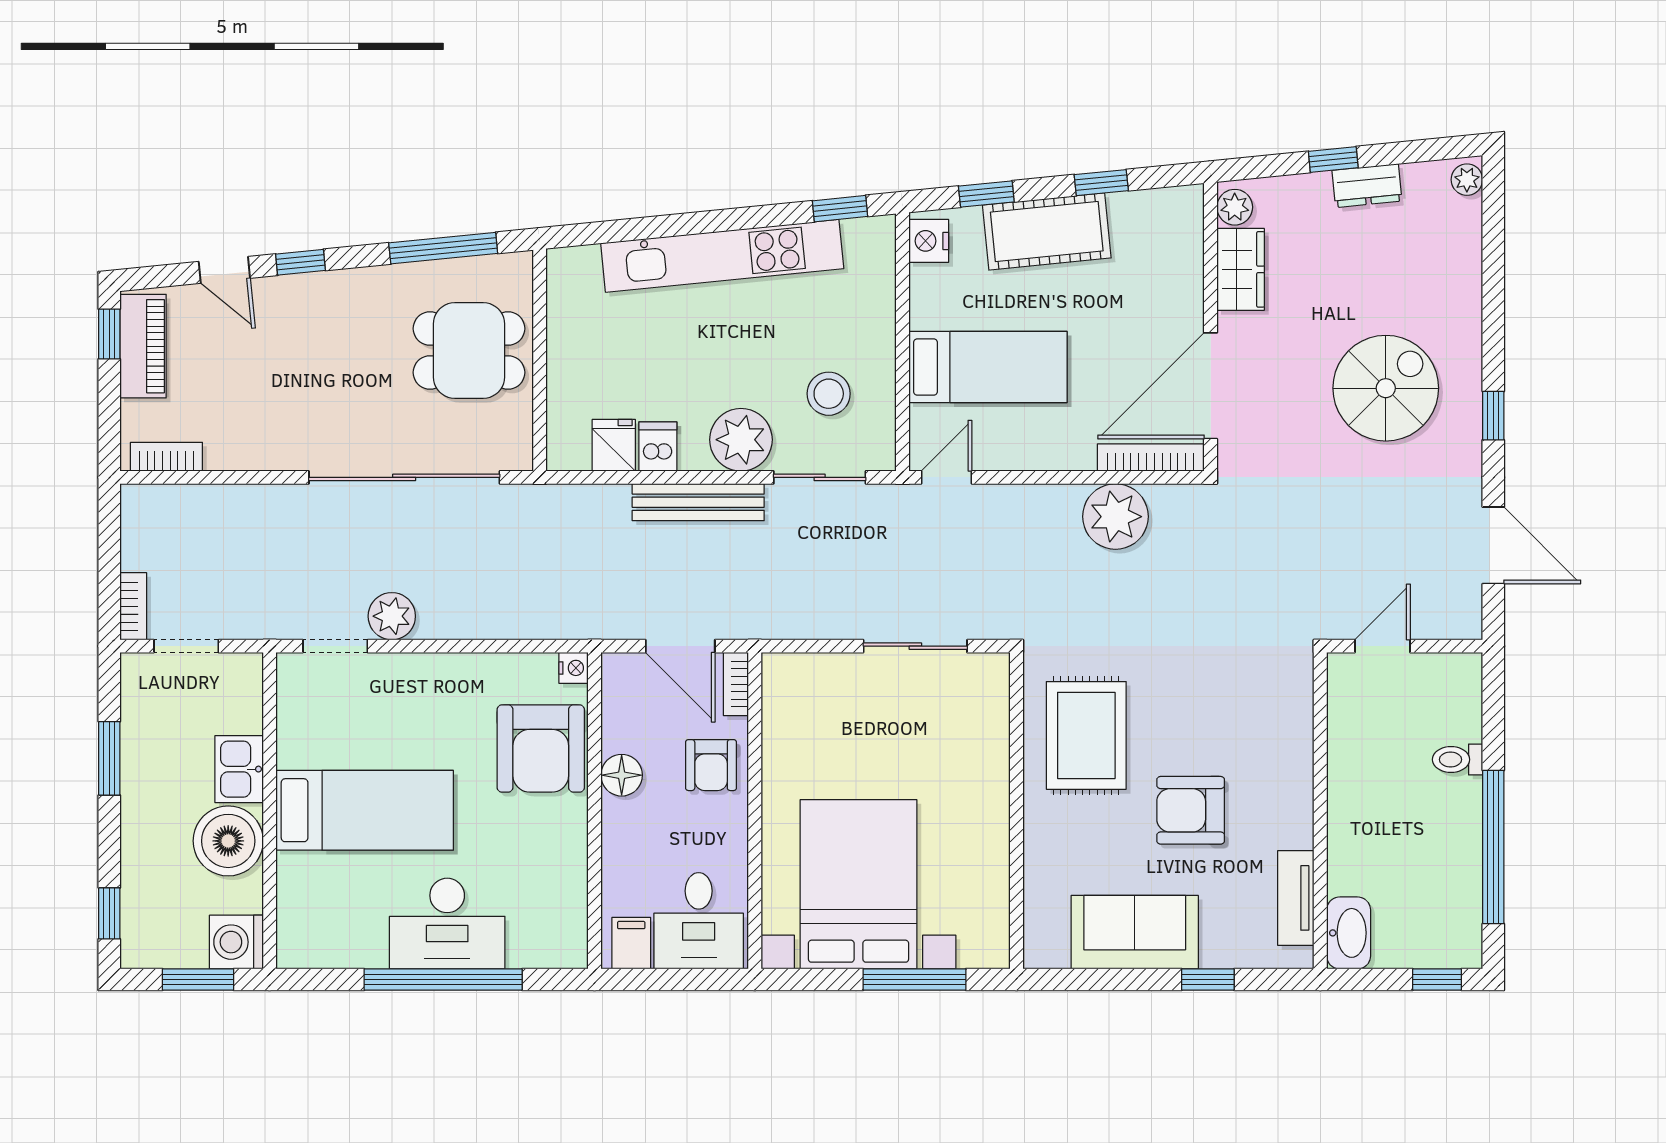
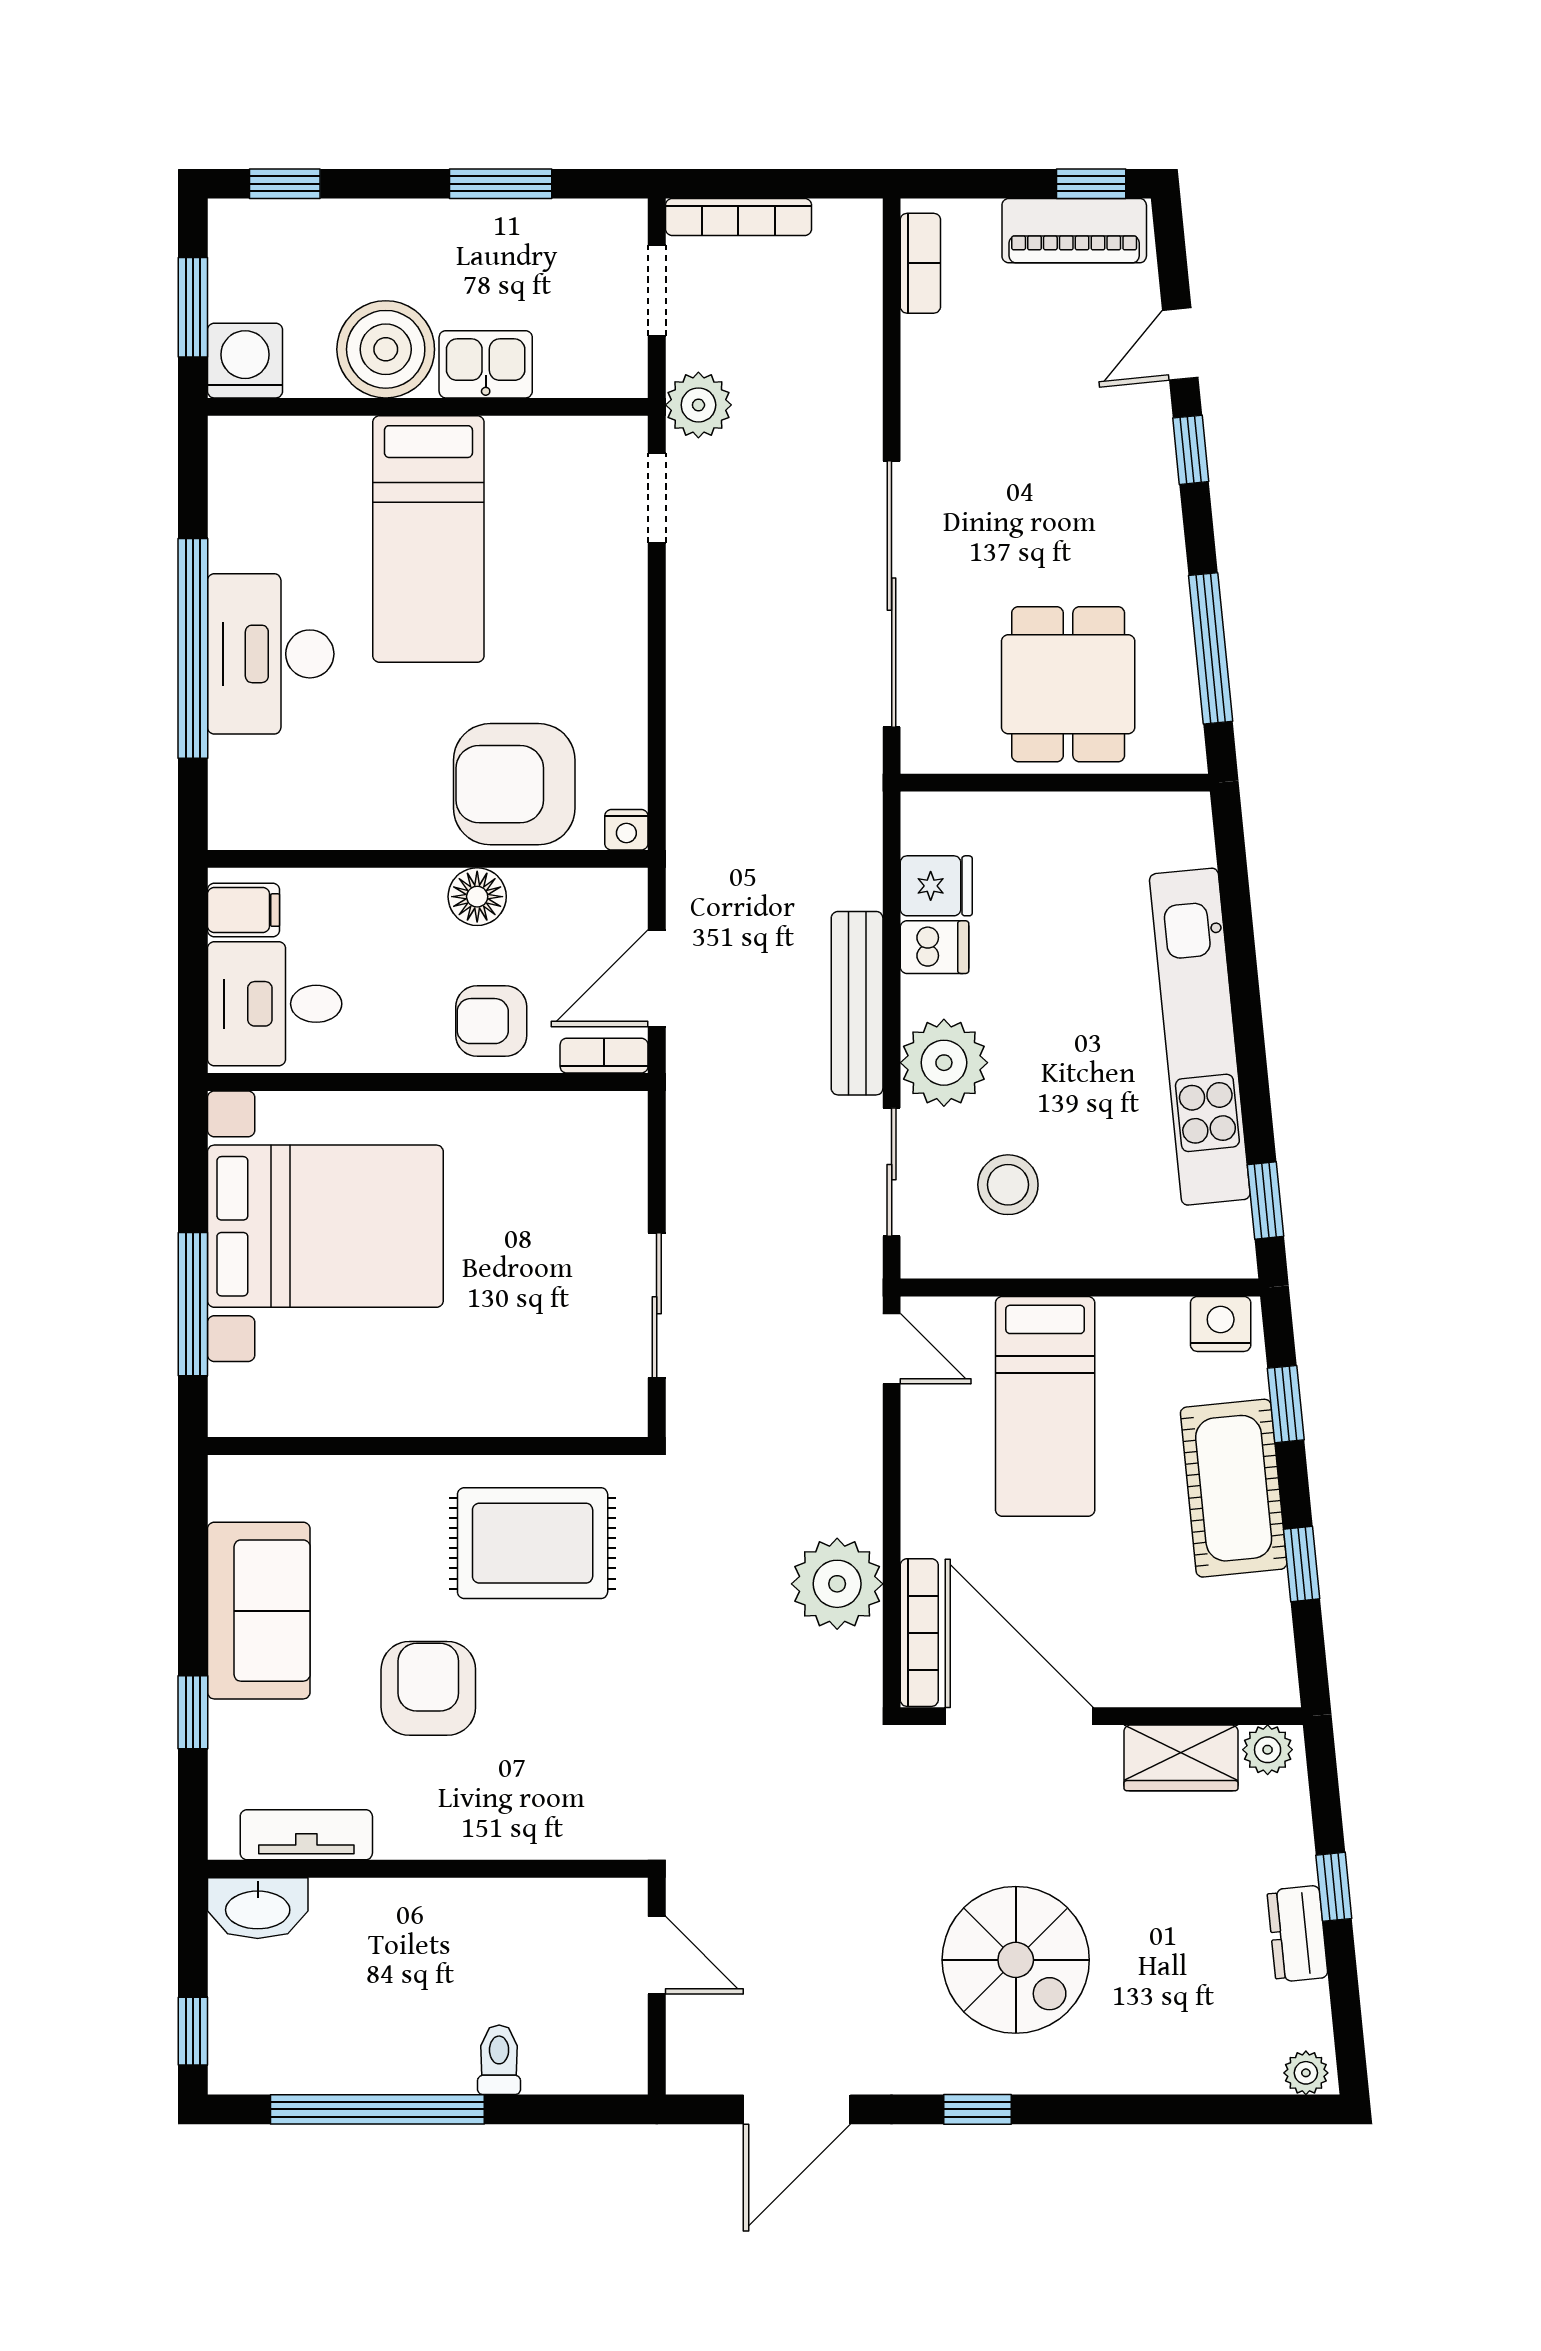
bookcase: (133, 606) -> (738, 217), width x1.56
plant: (392, 616) -> (698, 405), moved

